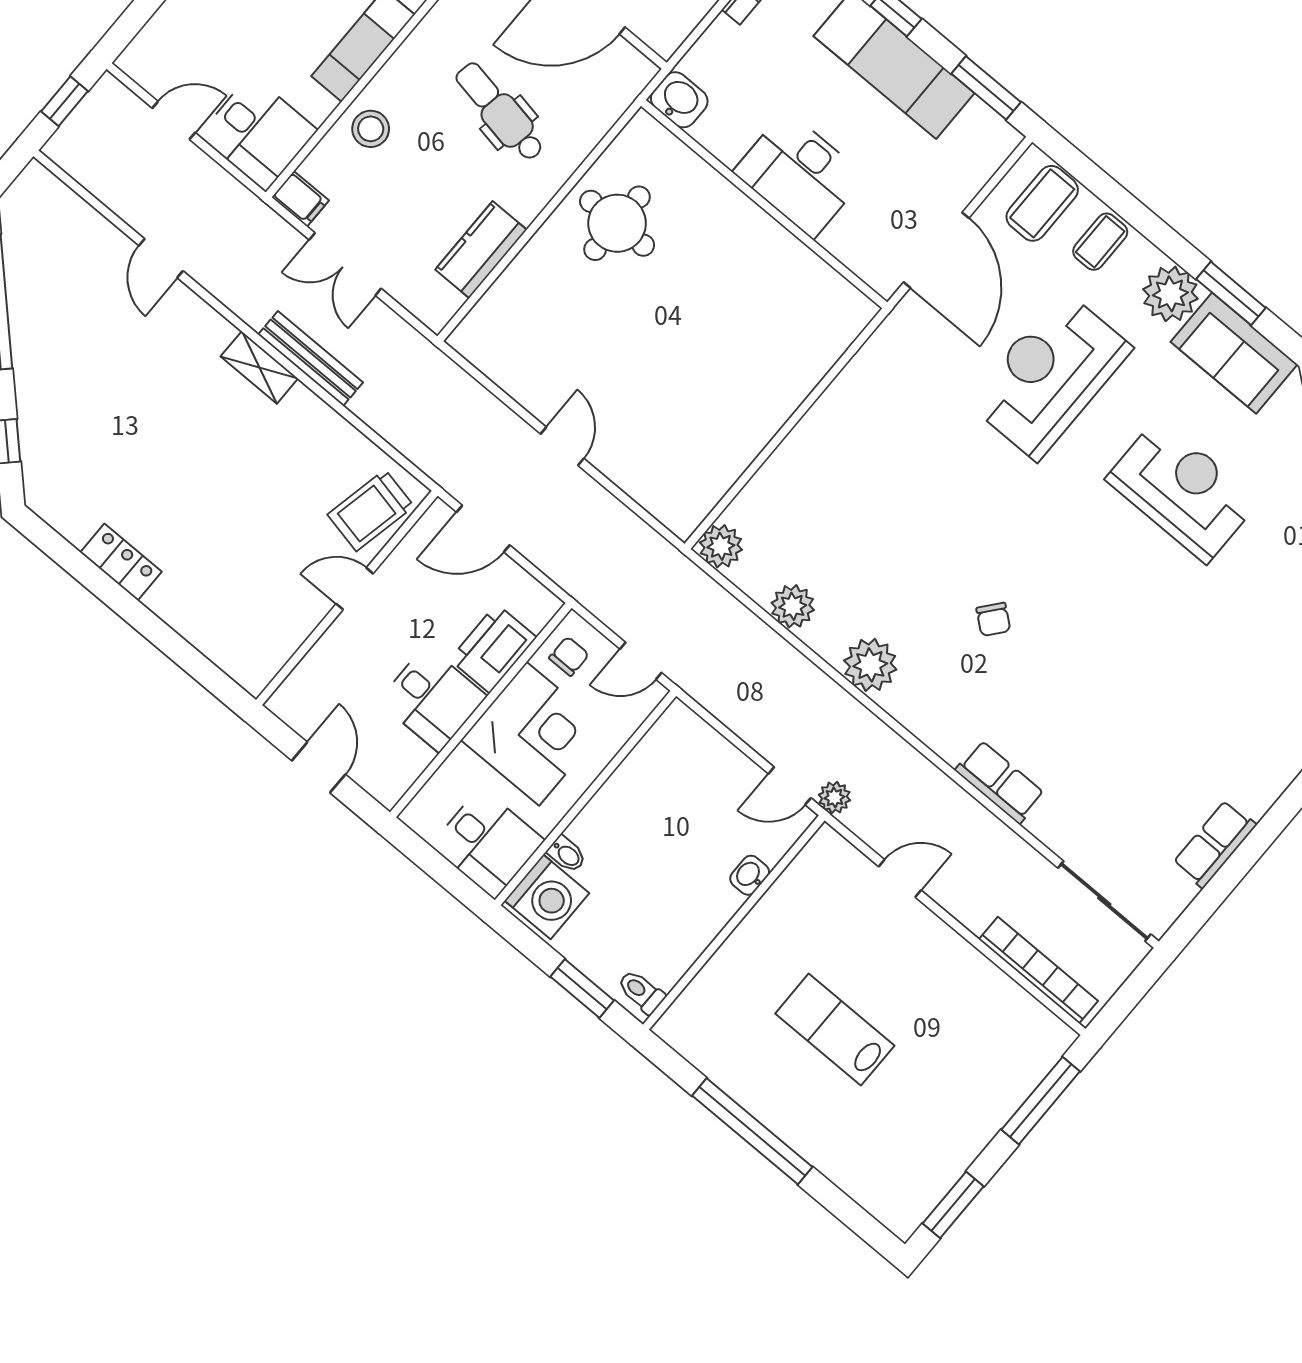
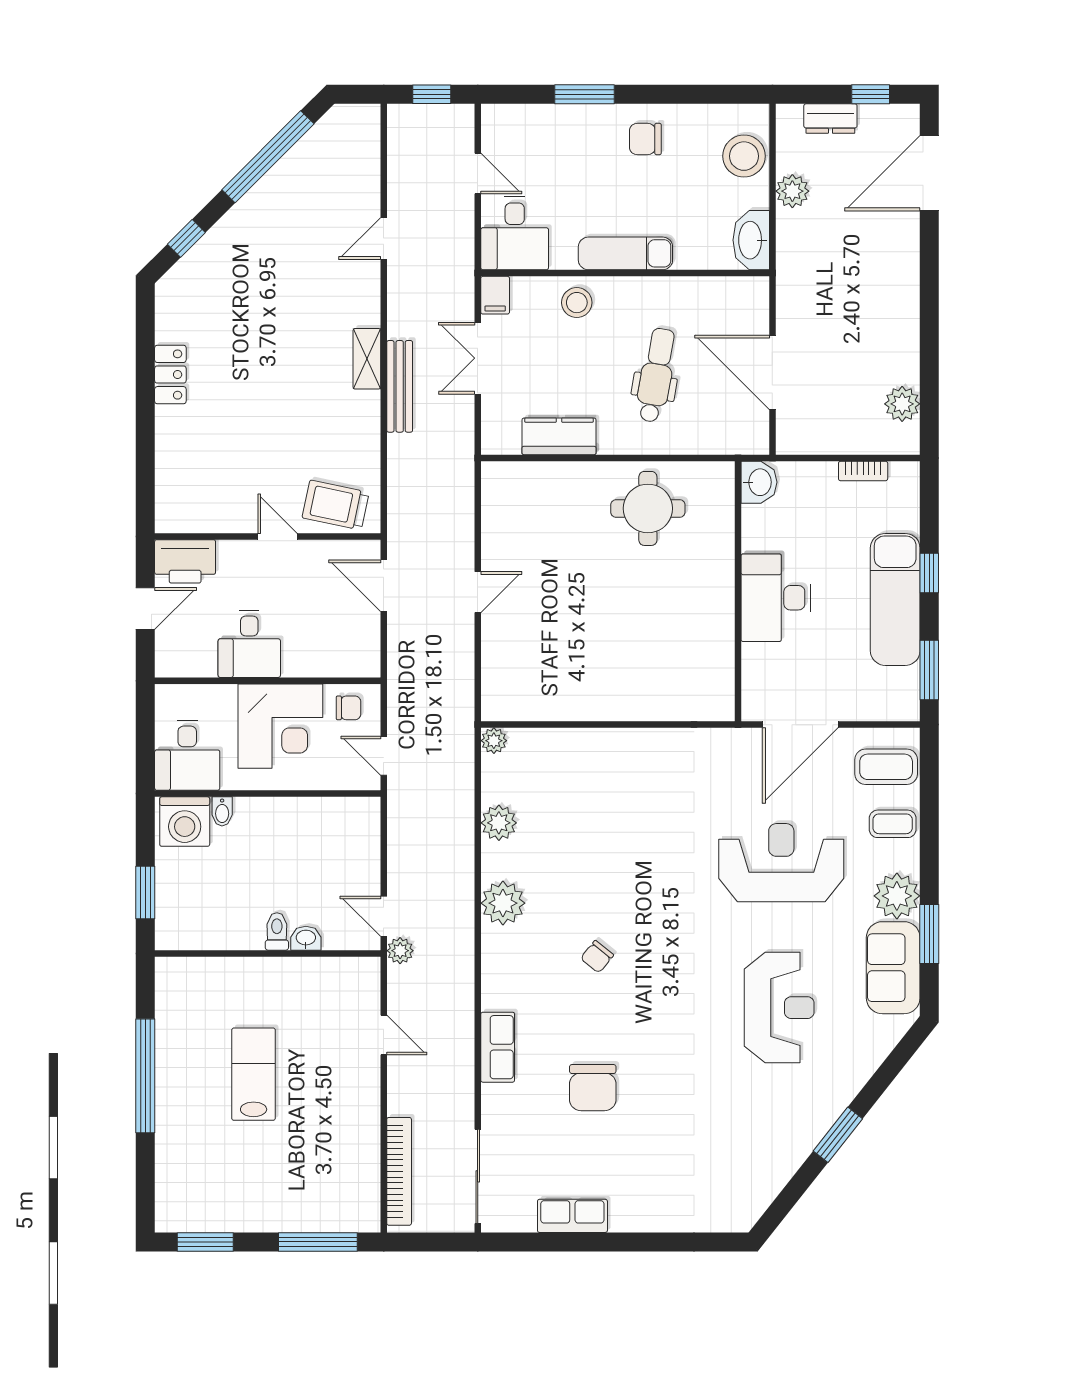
plant: (721, 546) -> (494, 741), width x0.73, depth x0.73
printer: (493, 648) -> (185, 561), moved, turned 180
chair: (1111, 725) -> (593, 1088), added
toilet: (641, 992) -> (277, 932), moved

